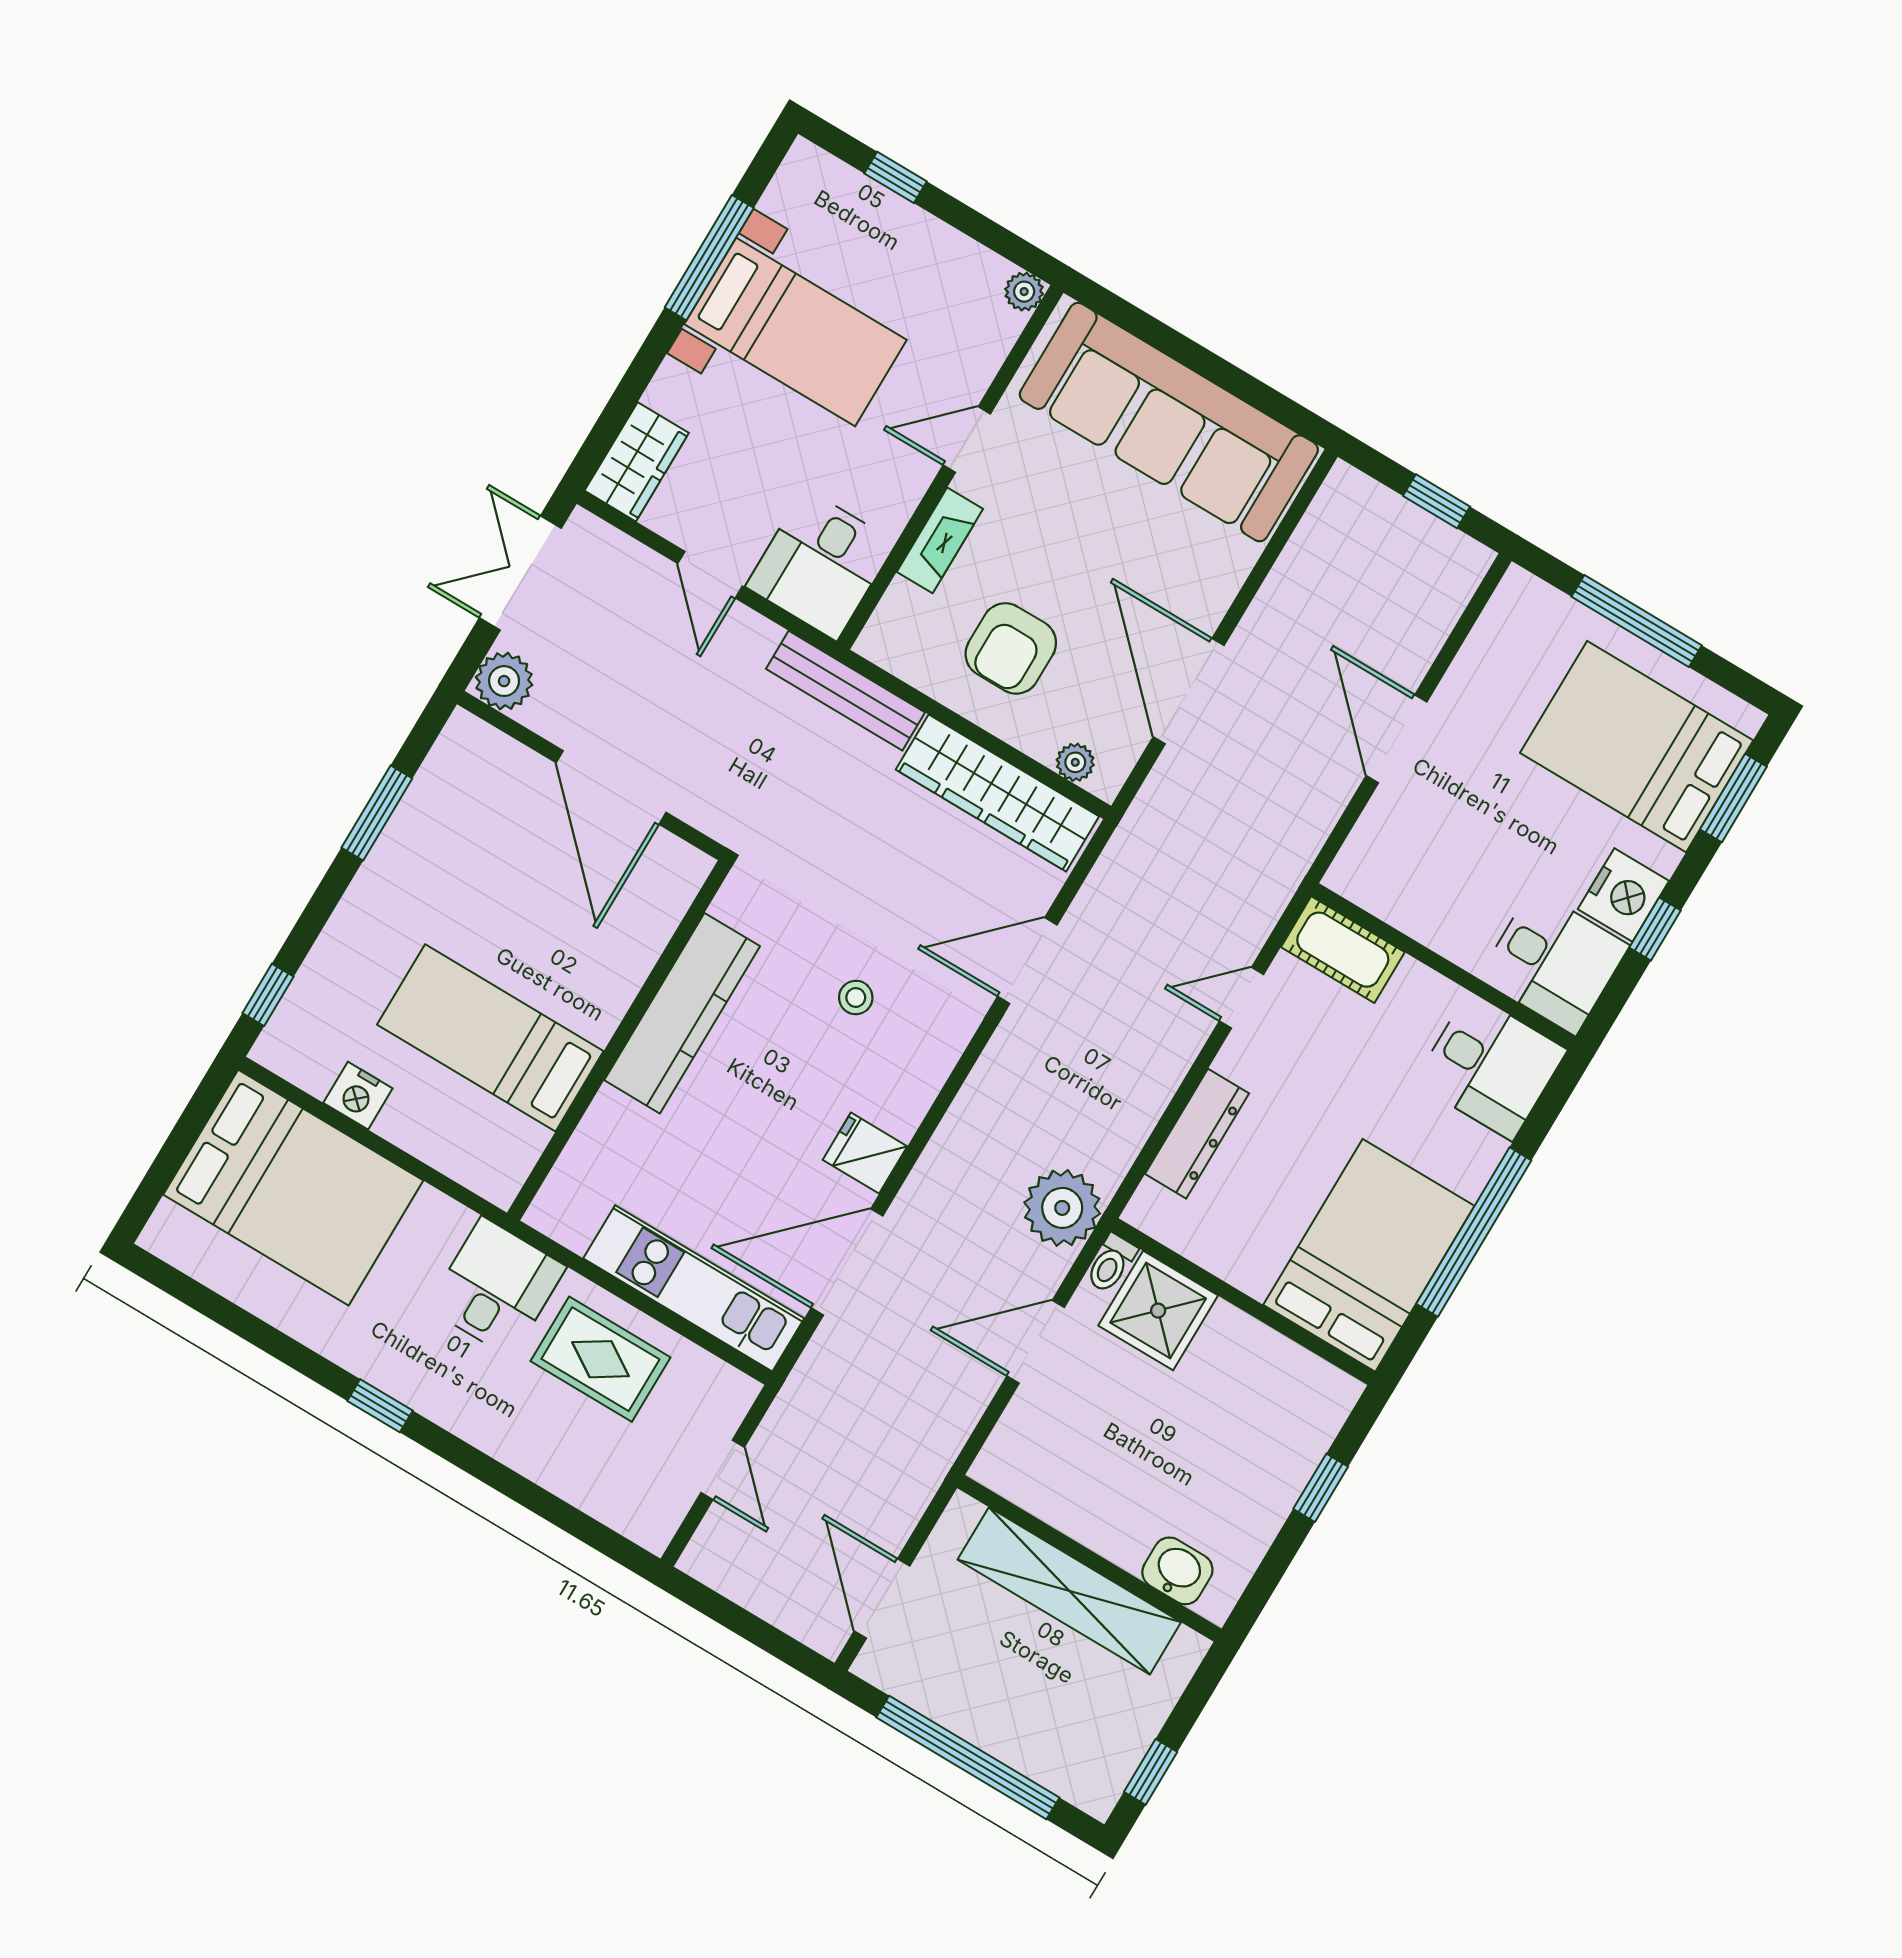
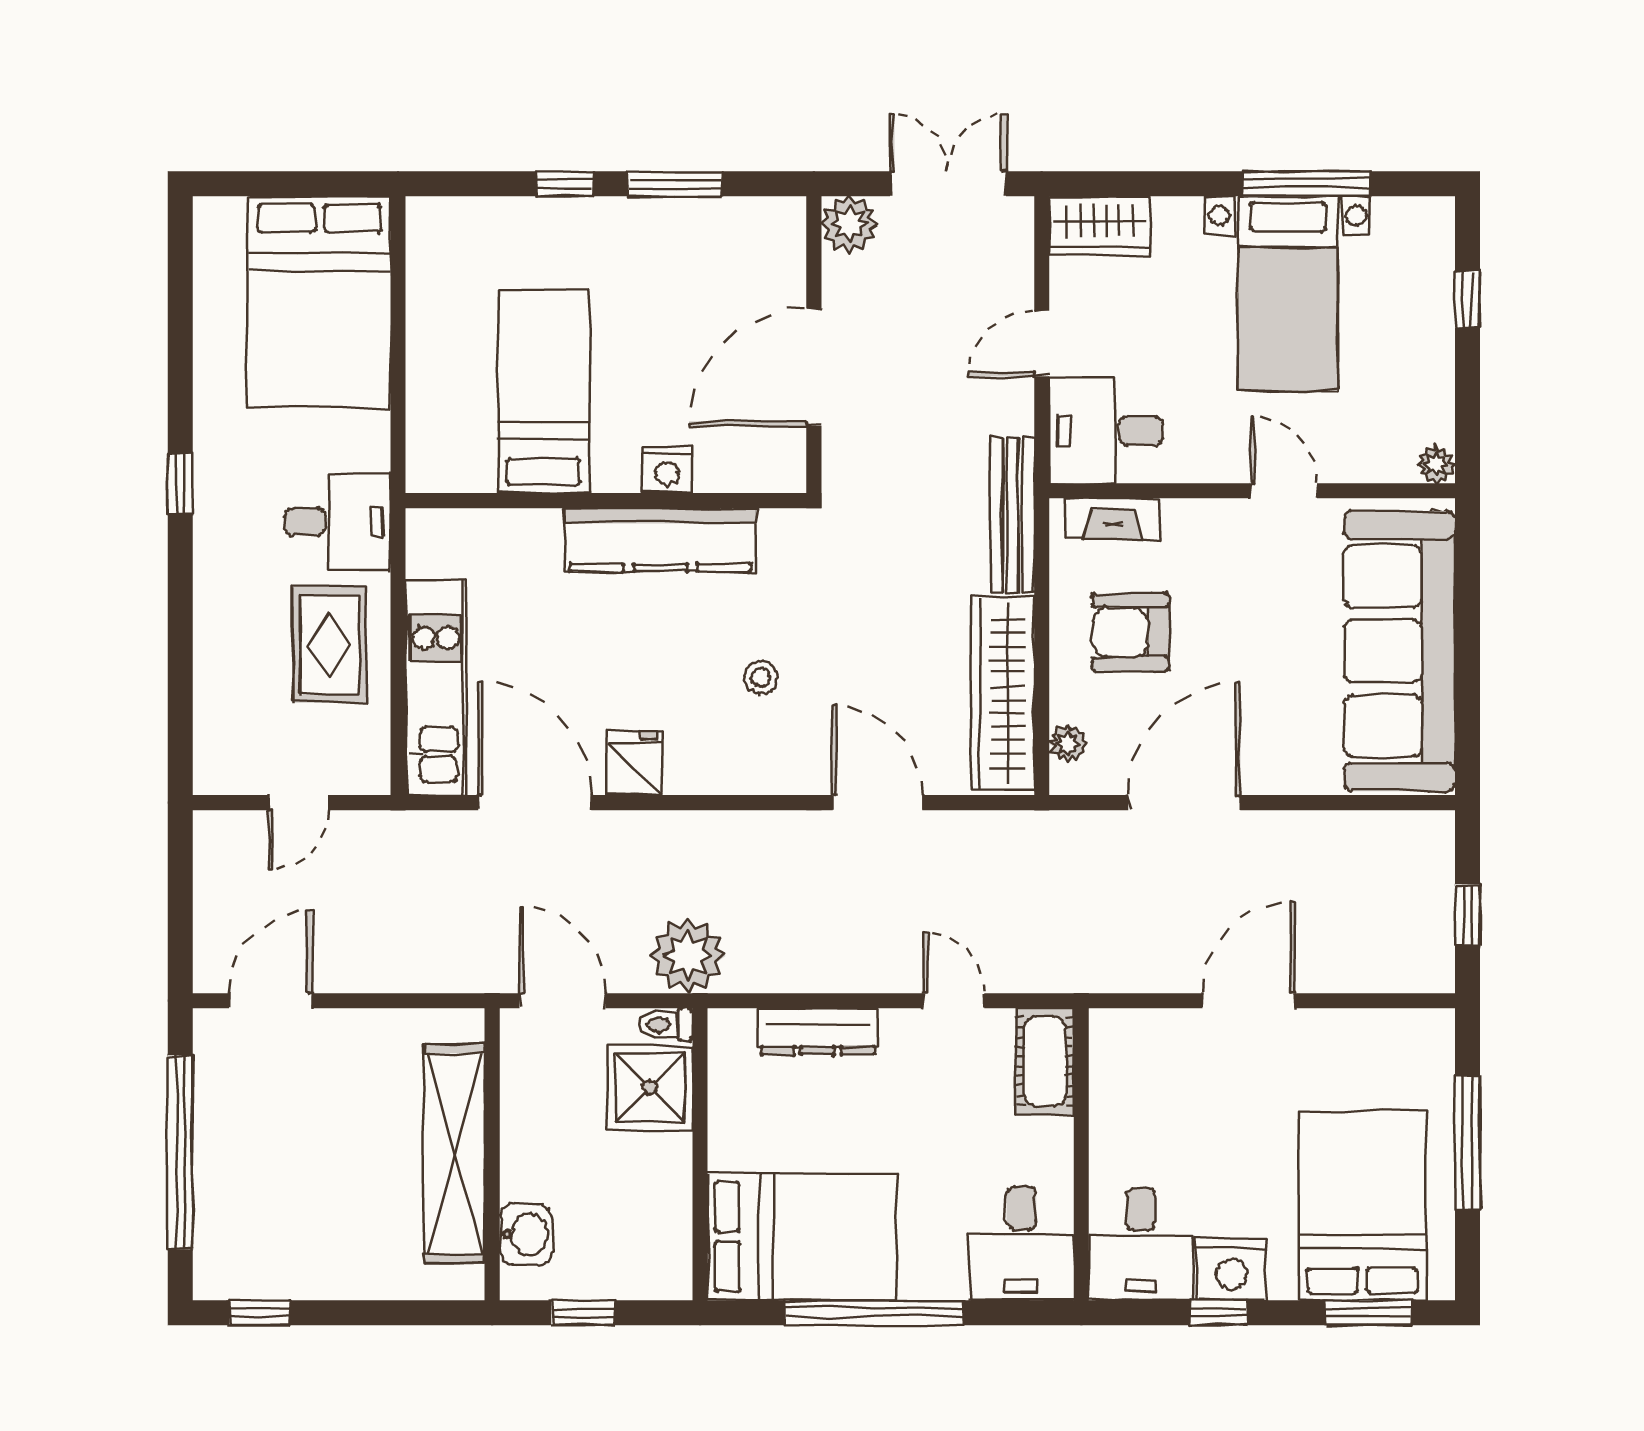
fireplace: (940, 540) -> (1112, 519), moved
window: (268, 995) -> (564, 184), moved
nightstand: (358, 1096) -> (667, 470), moved, turned -90
wall: (1089, 1558) -> (492, 1154), moved
washbasin: (1177, 1571) -> (526, 1234), moved
shelving: (1069, 1591) -> (455, 1154), moved

